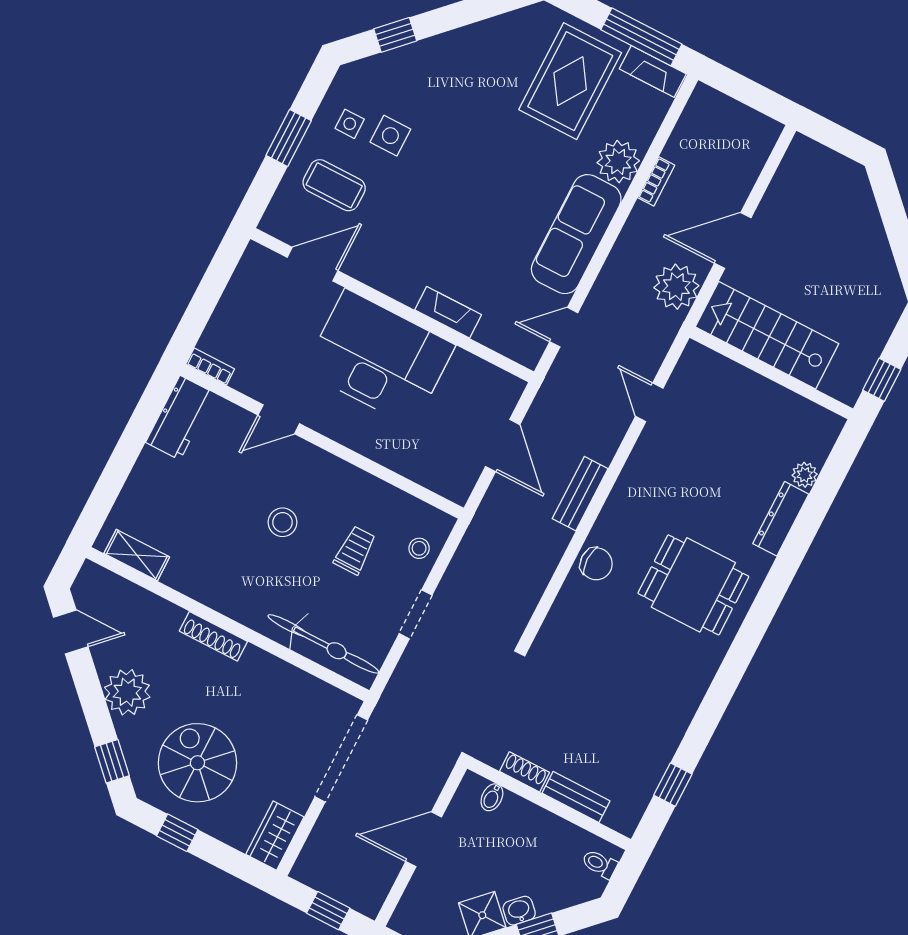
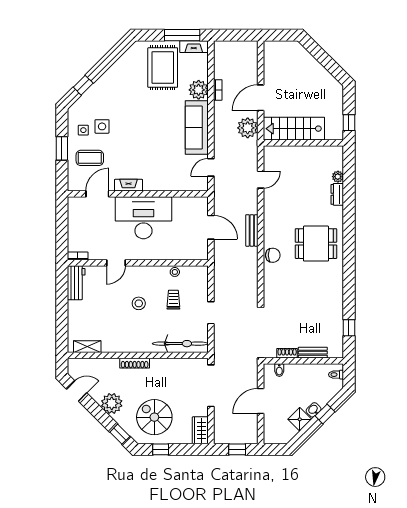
fireplace: (448, 312) -> (129, 185), moved
door: (649, 402) -> (261, 180), swing flipped
dresser: (781, 519) -> (337, 194), width x0.70
stool: (419, 548) -> (175, 272), moved

